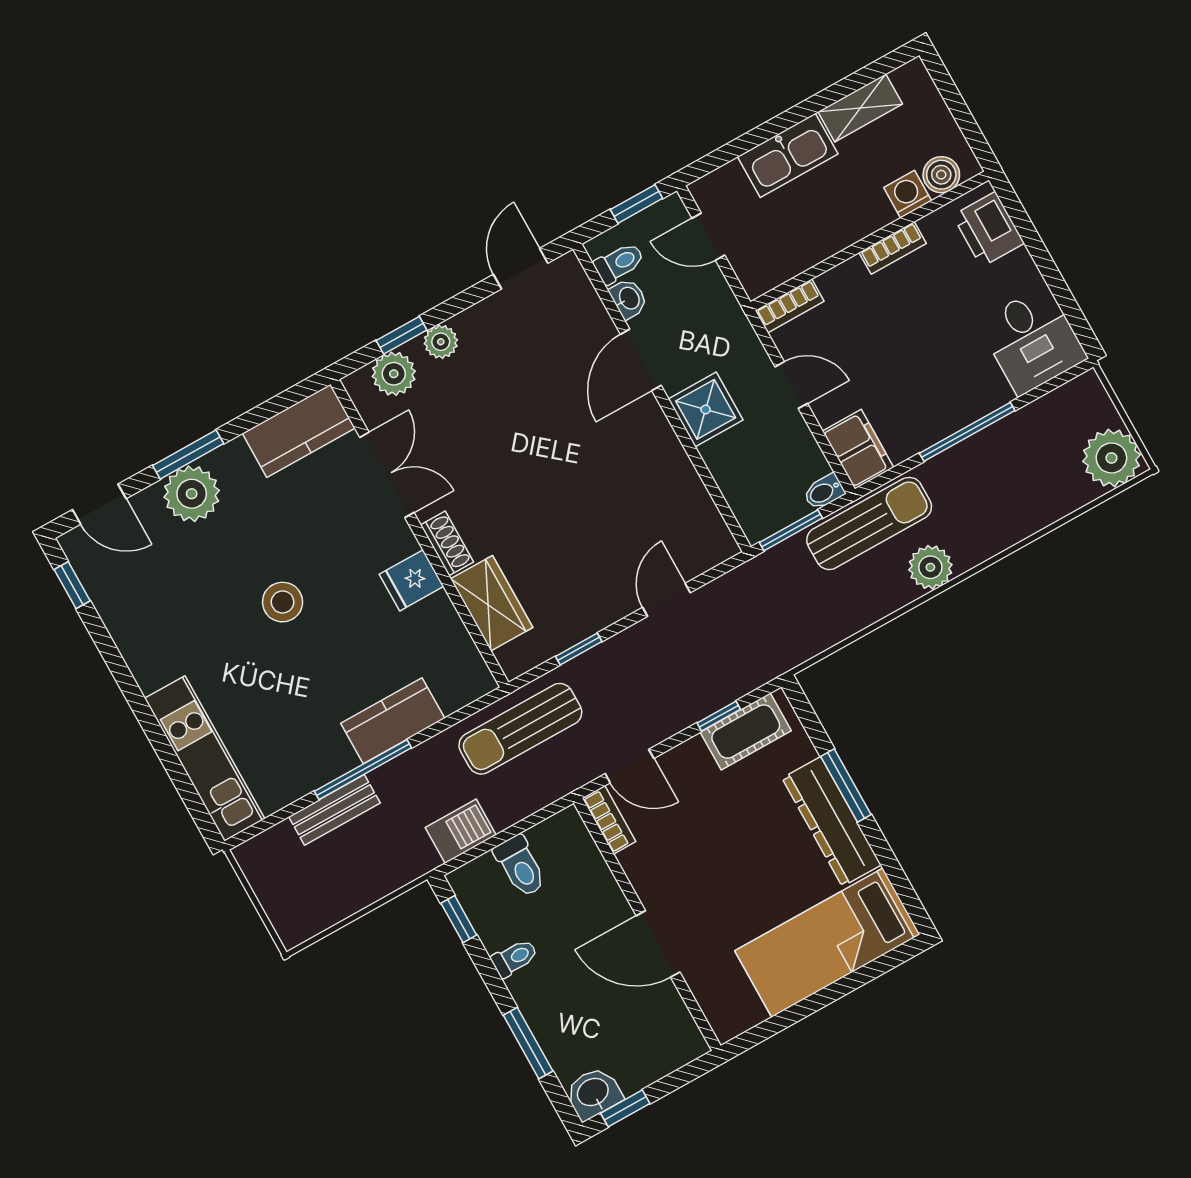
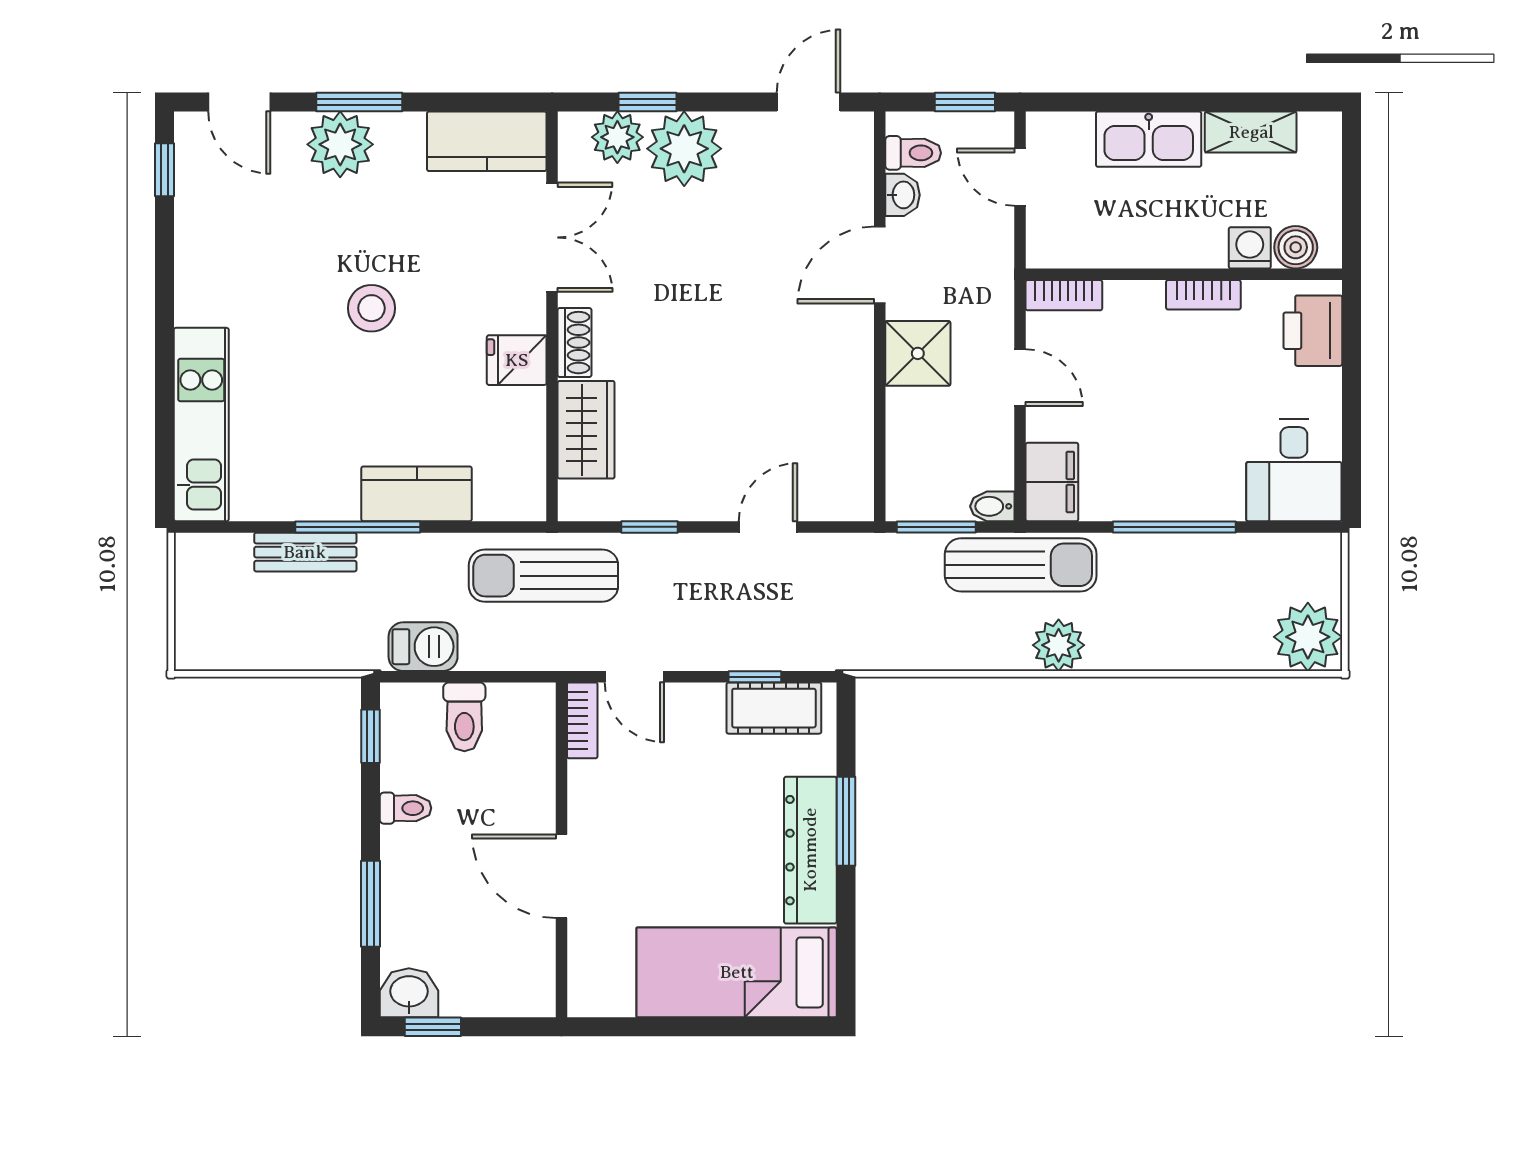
plant: (441, 342) -> (684, 149), width x1.88, depth x1.88

